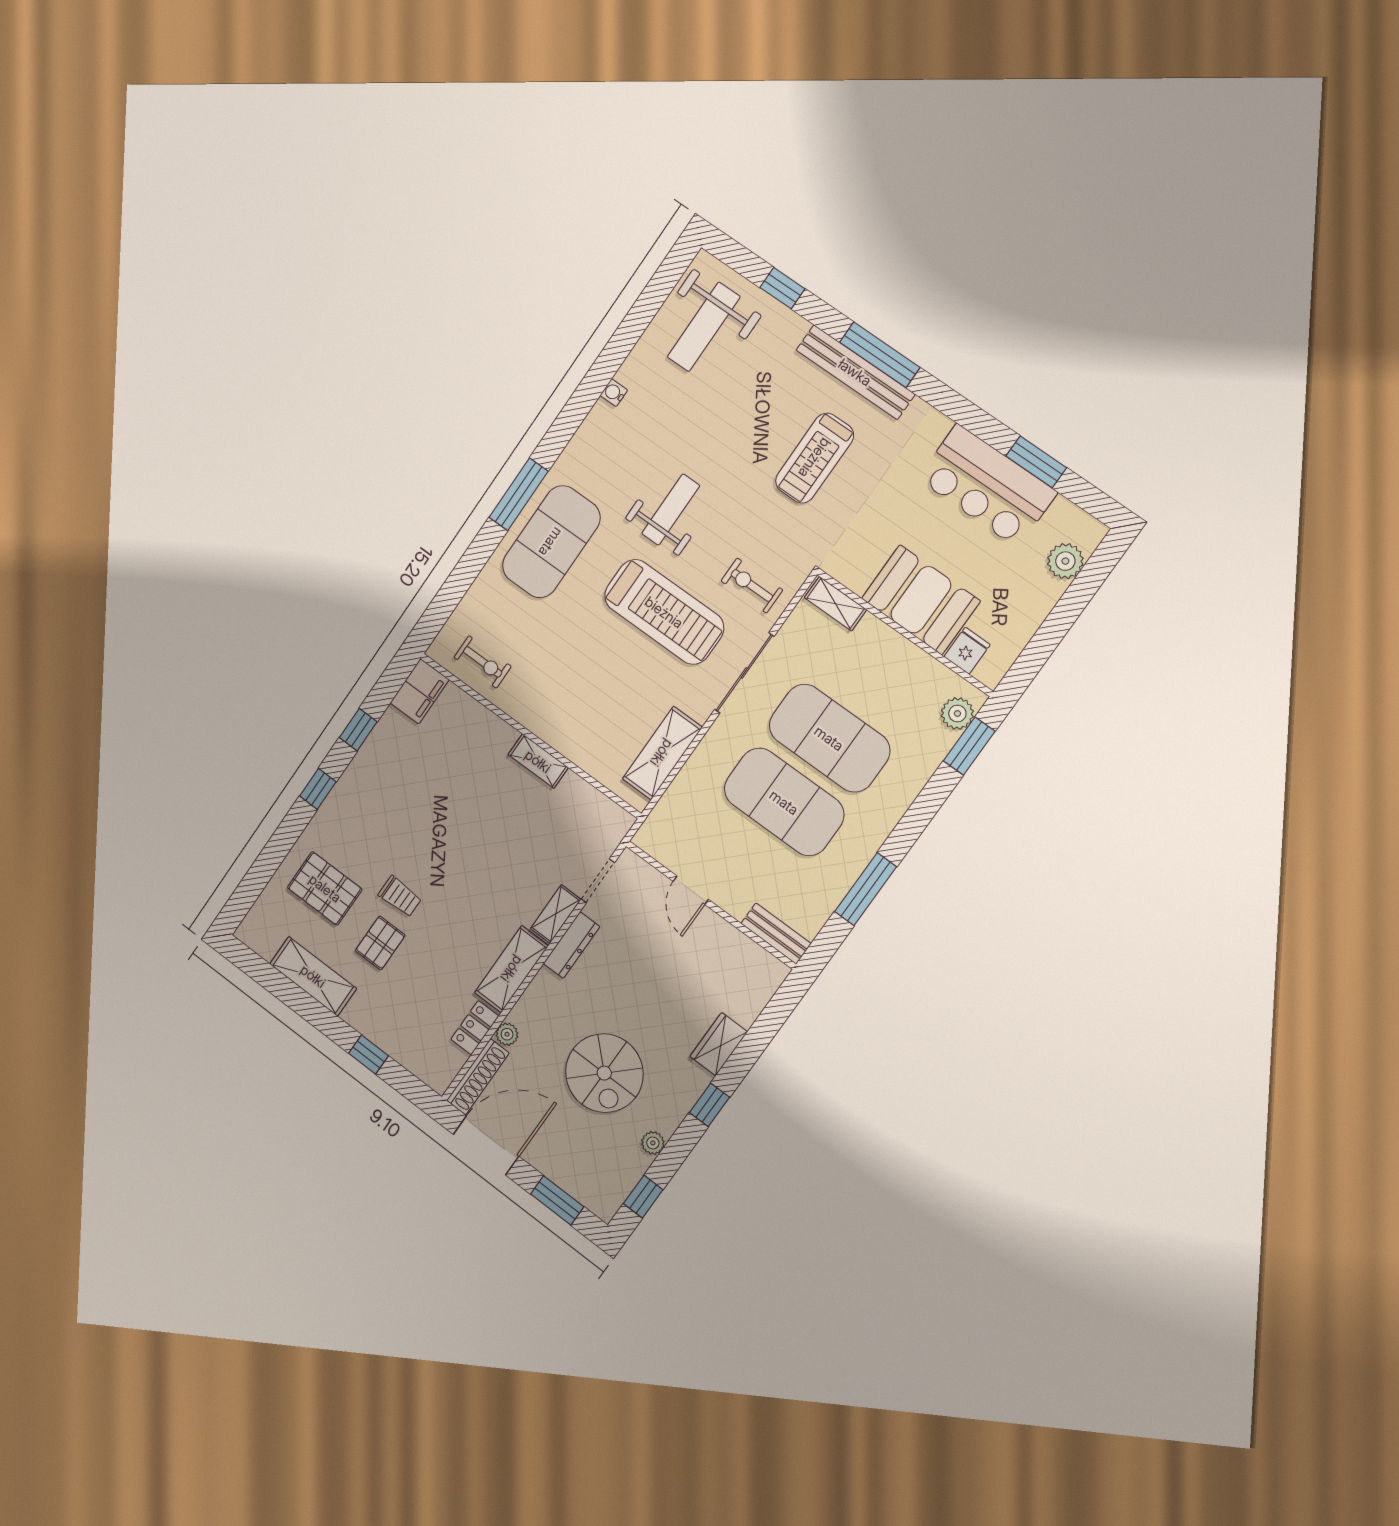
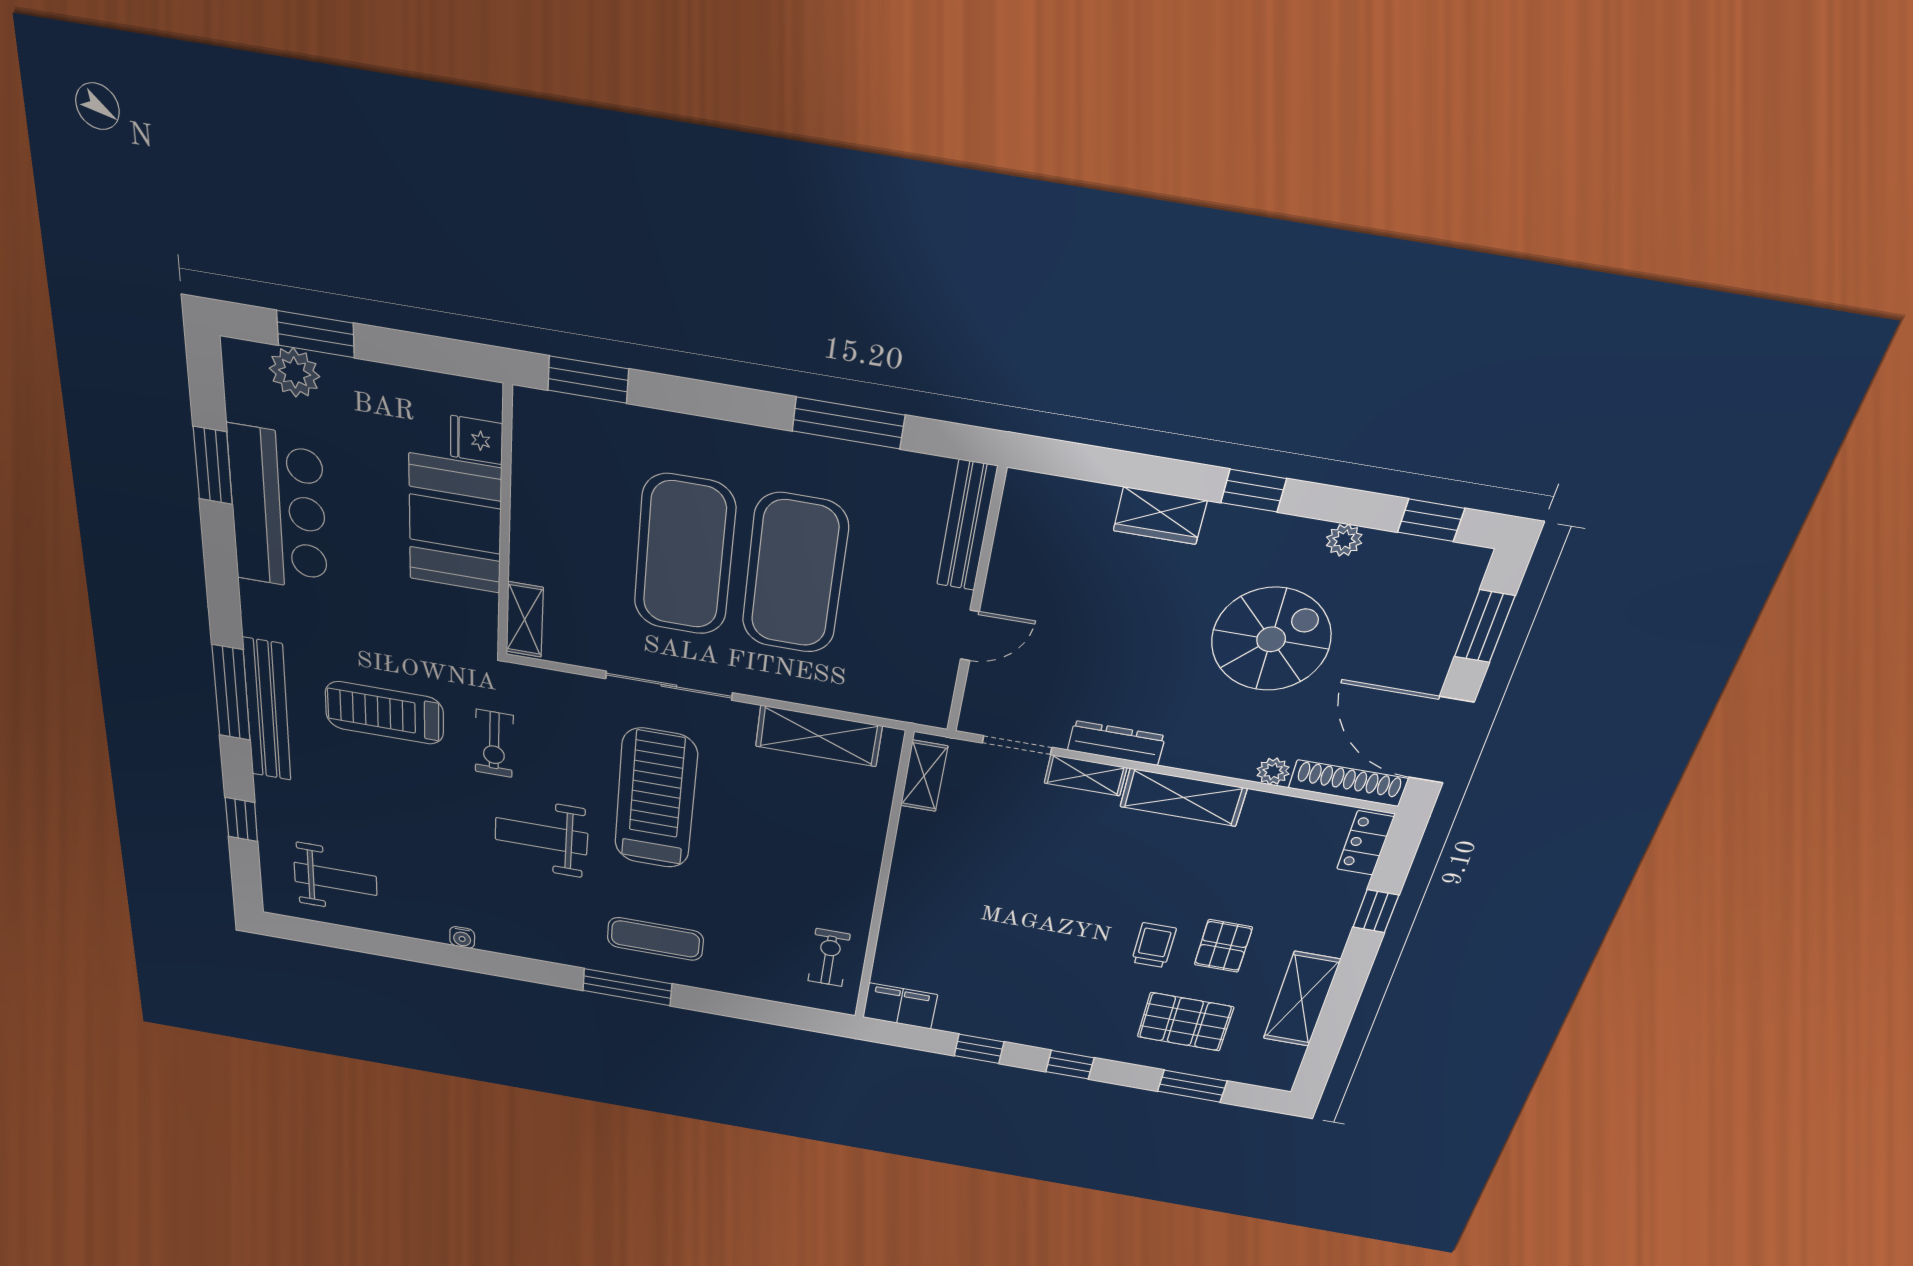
weight bench: (704, 327) -> (336, 879), width x0.73, depth x0.75
treadmill: (815, 458) -> (385, 713), turned 180
exercise mat: (551, 542) -> (655, 939), width x0.50, depth x0.69
exercise bike: (752, 585) -> (494, 744), moved
window: (1081, 592) -> (316, 334), added
plant: (957, 714) -> (558, 414), removed
shelving: (538, 761) -> (924, 776), moved
window: (264, 868) -> (1192, 1086), added
pallet: (325, 888) -> (1185, 1022), turned 90
bench: (776, 934) -> (967, 526), width x1.36
pallet: (380, 943) -> (1223, 946), turned 90
locker: (475, 1028) -> (1365, 843), moved, turned 90

